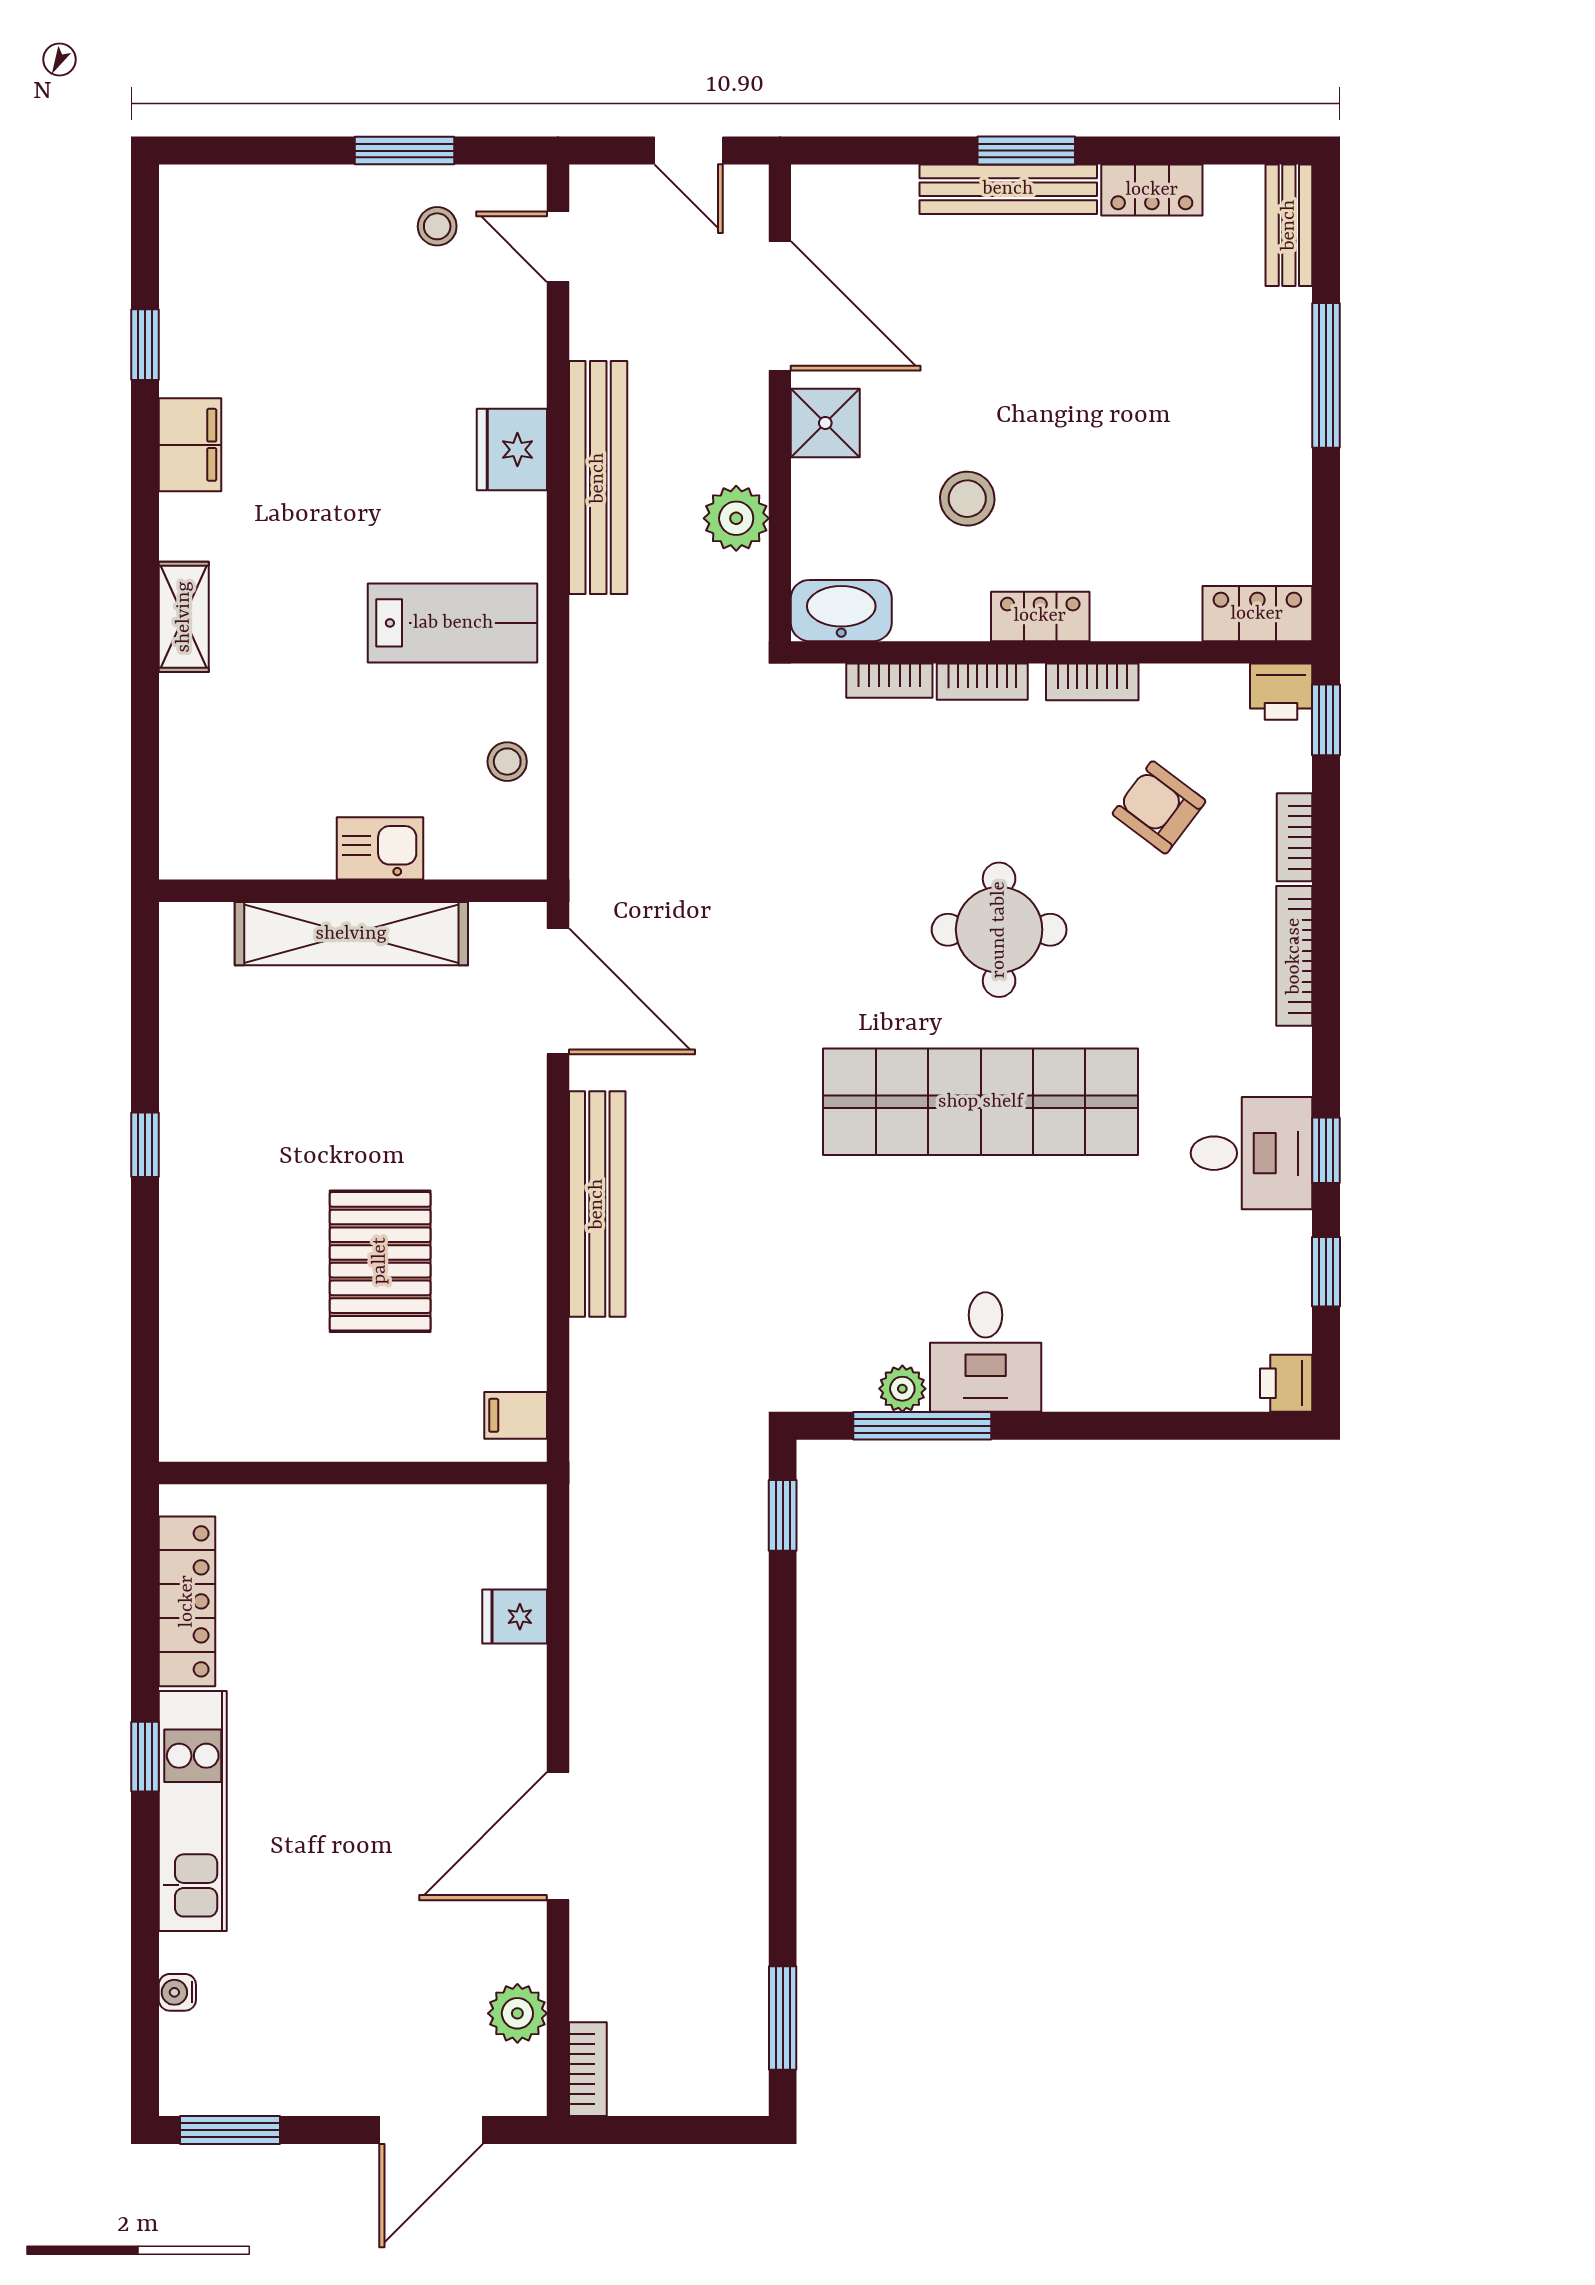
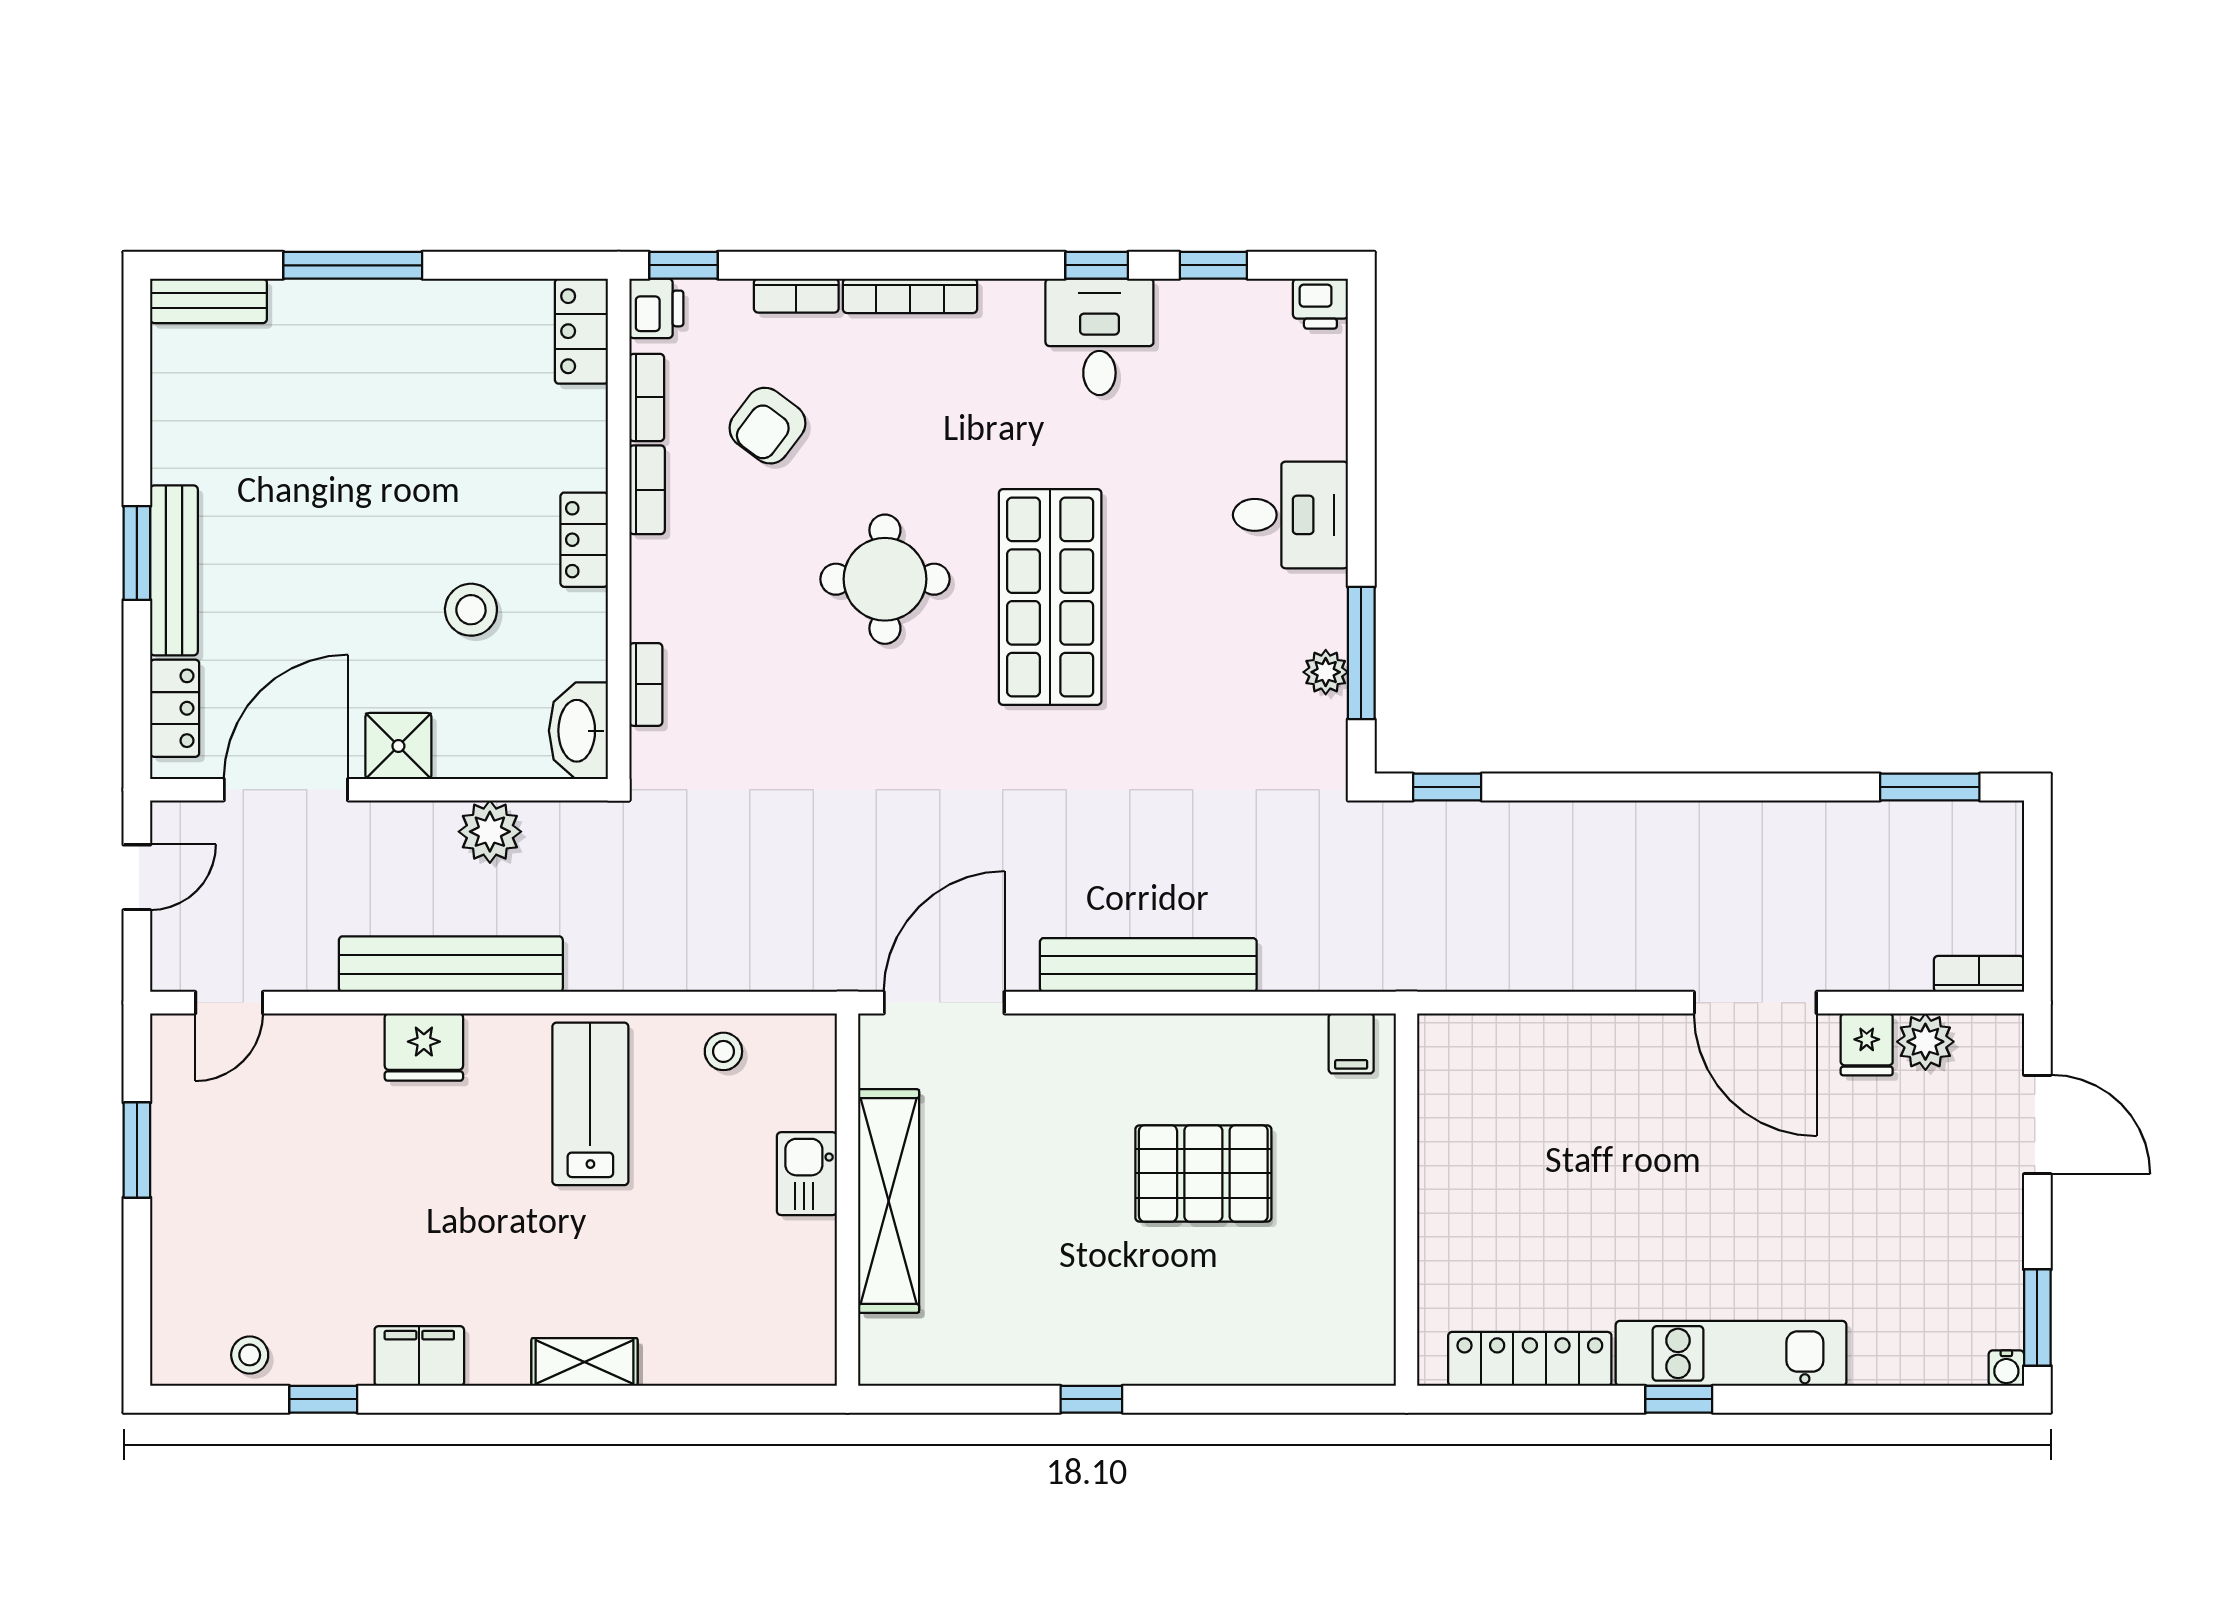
locker: (1152, 190) -> (175, 708), moved
stool: (437, 226) -> (250, 1355), moved
bookcase: (982, 682) -> (647, 397), moved
shop shelf: (981, 1102) -> (1050, 597), width x0.71
desk: (986, 1352) -> (1290, 515), moved
fridge: (515, 1617) -> (1867, 1044), moved
water cooler: (177, 1992) -> (2006, 1368), moved

